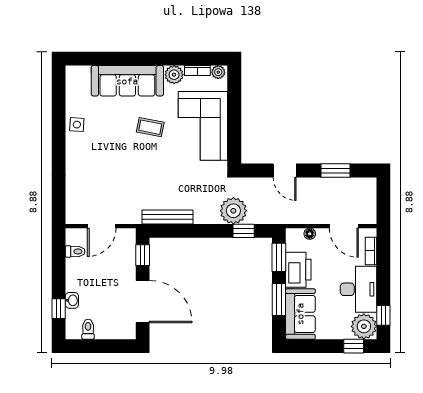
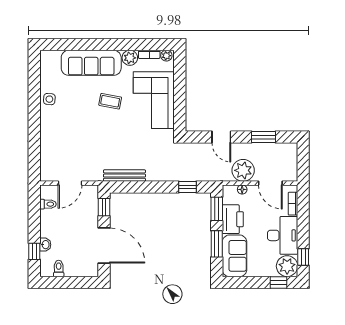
plant: (233, 211) -> (243, 170), moved

